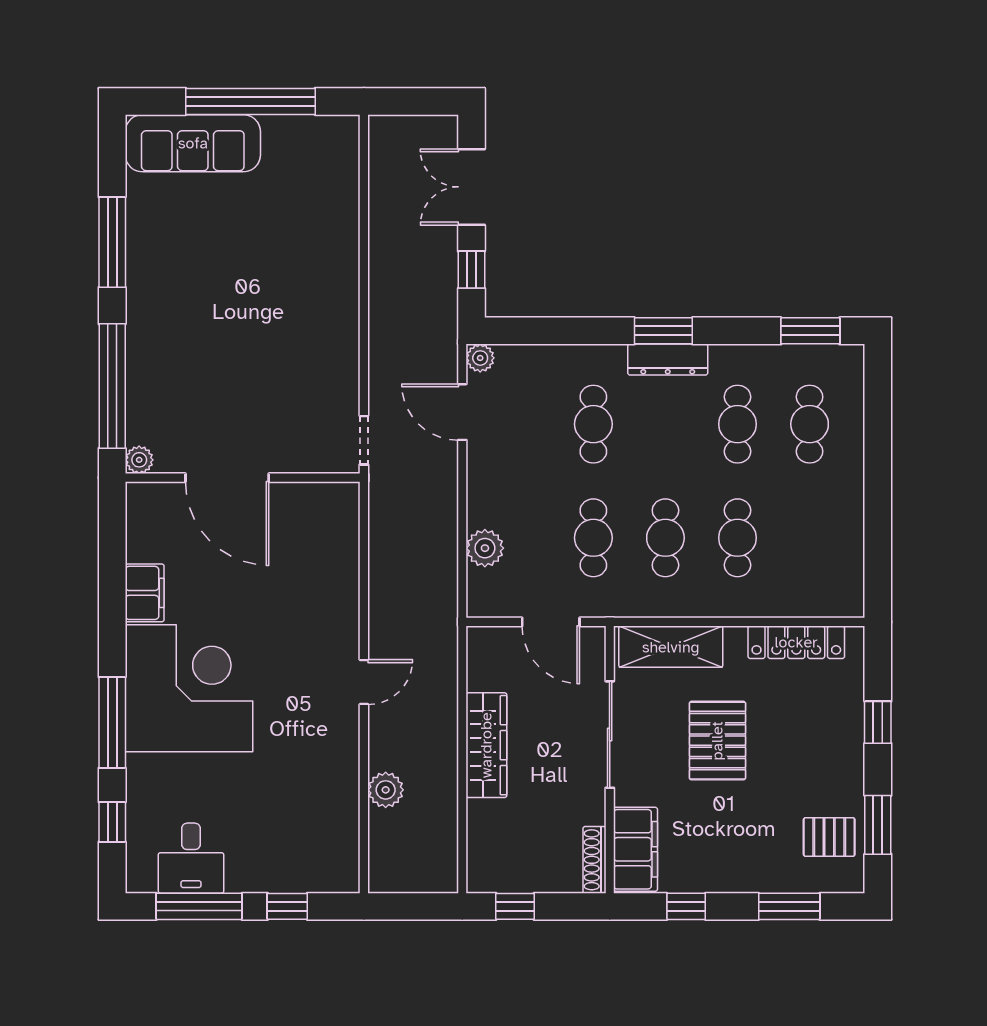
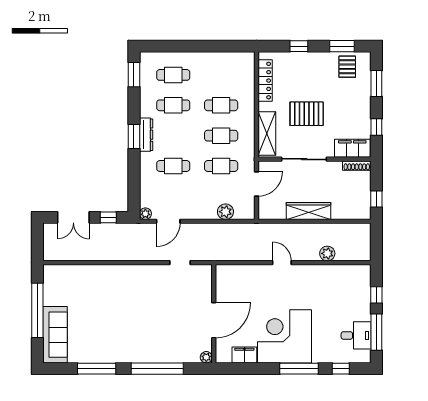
plant: (139, 460) -> (206, 357), moved
door: (227, 478) -> (214, 320), moved
wall: (243, 478) -> (214, 314), moved

